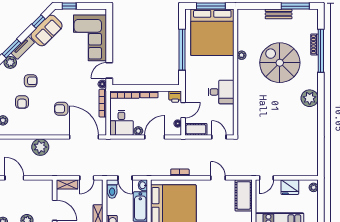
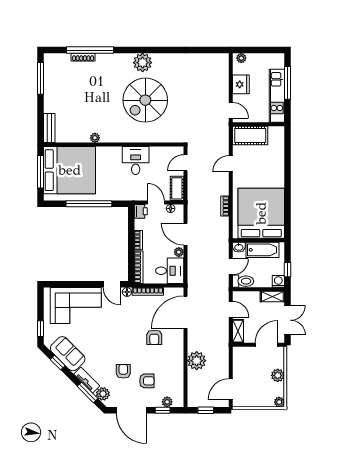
bench: (279, 14) -> (49, 128), moved
spiral stairs: (280, 63) -> (145, 100), moved

